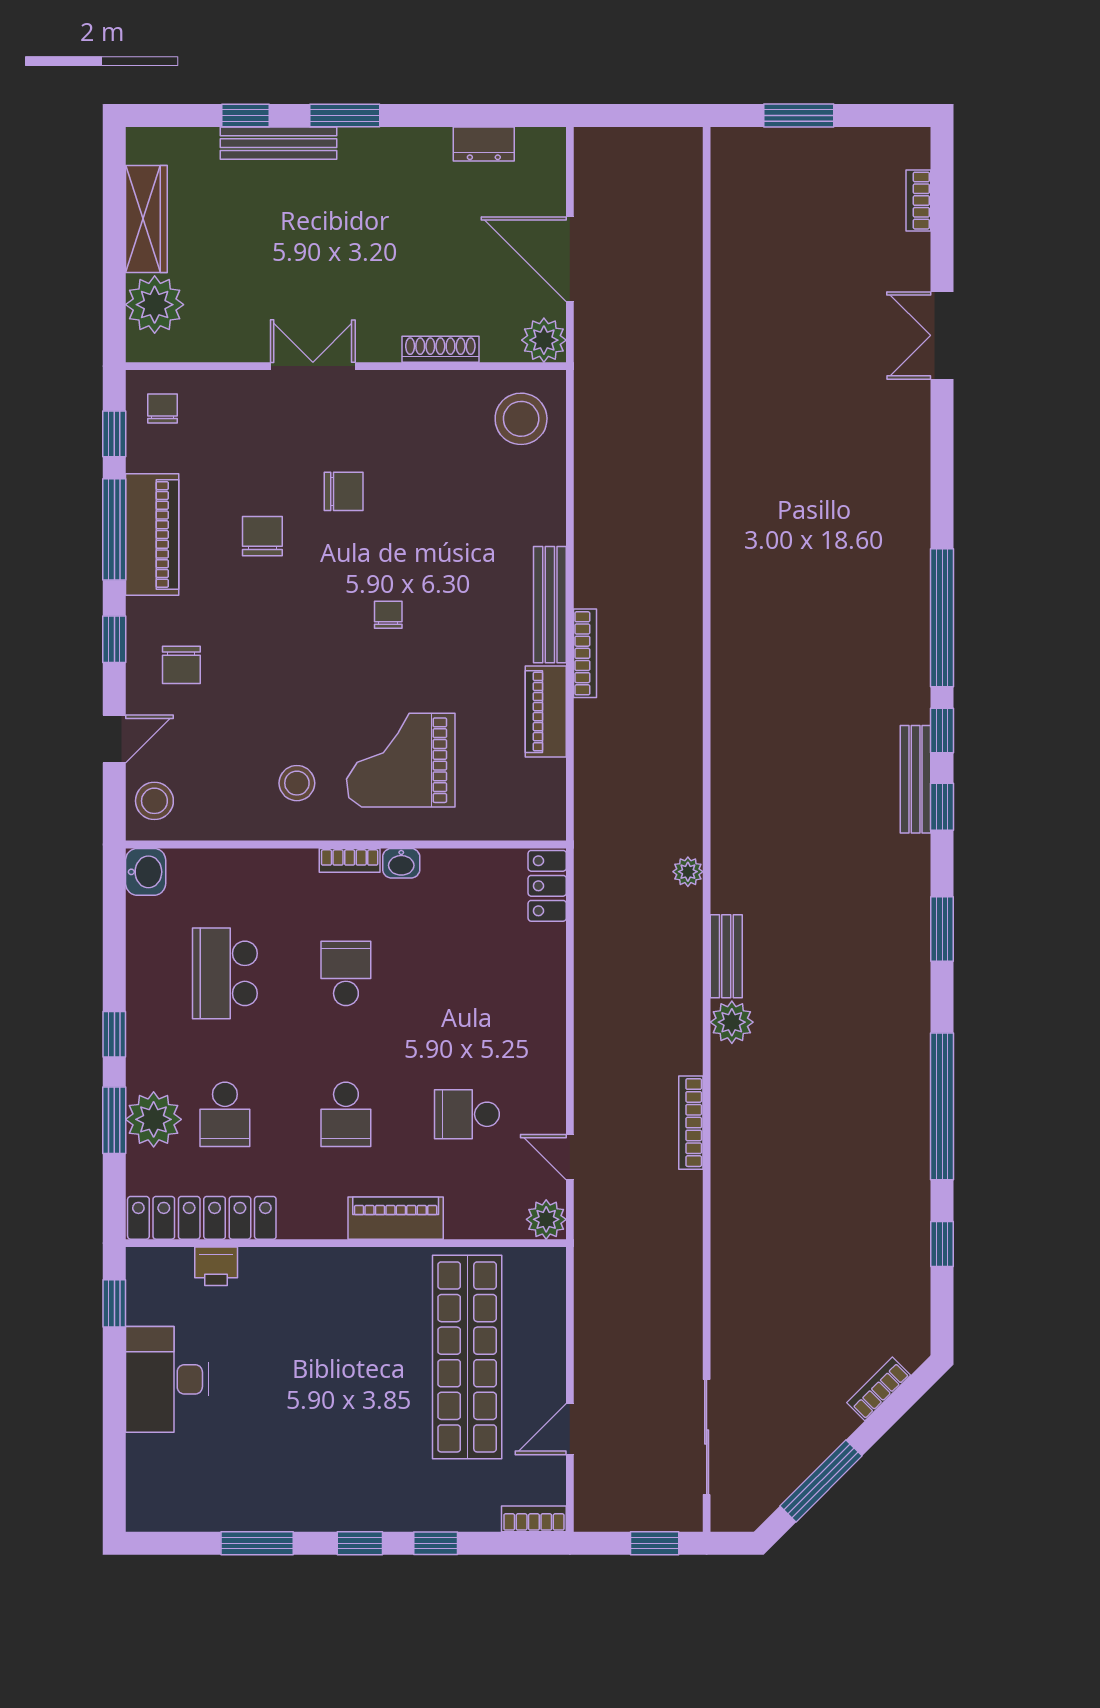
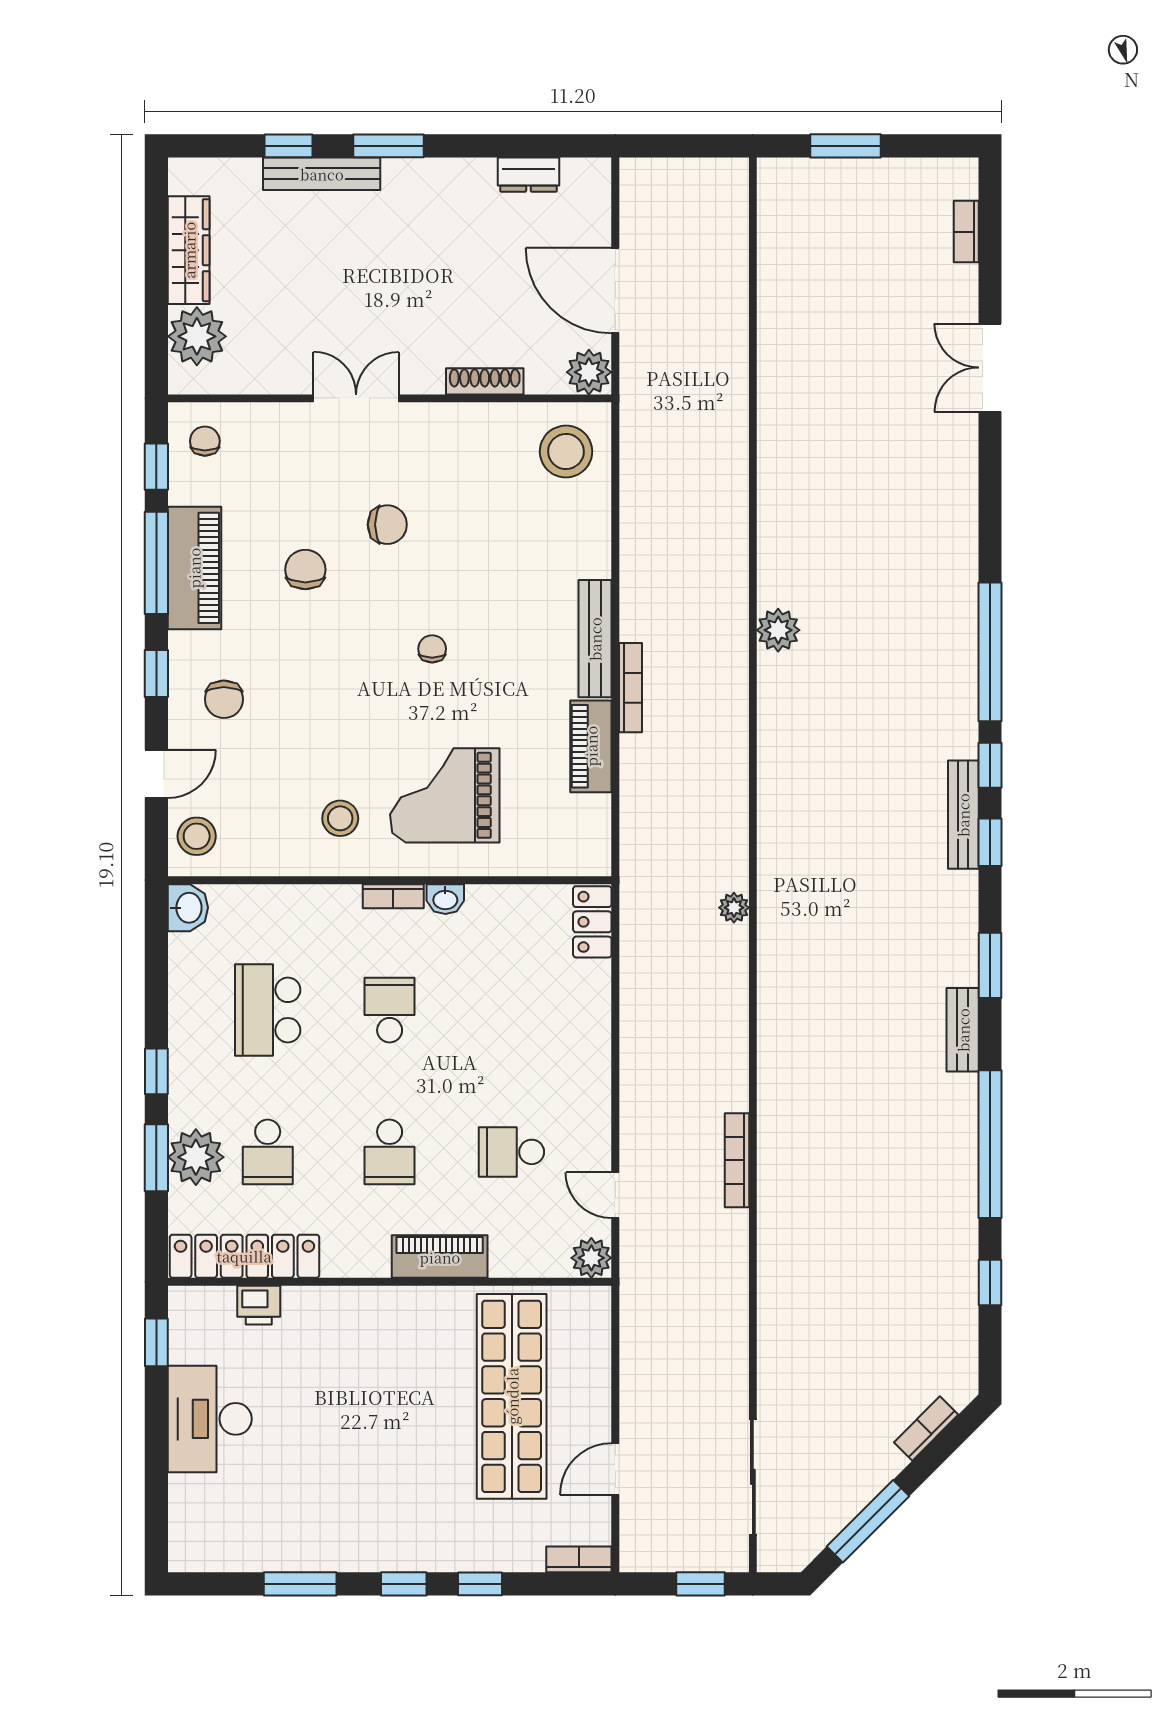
bench: (726, 956) -> (963, 1030), moved
plant: (732, 1022) -> (778, 630), moved

